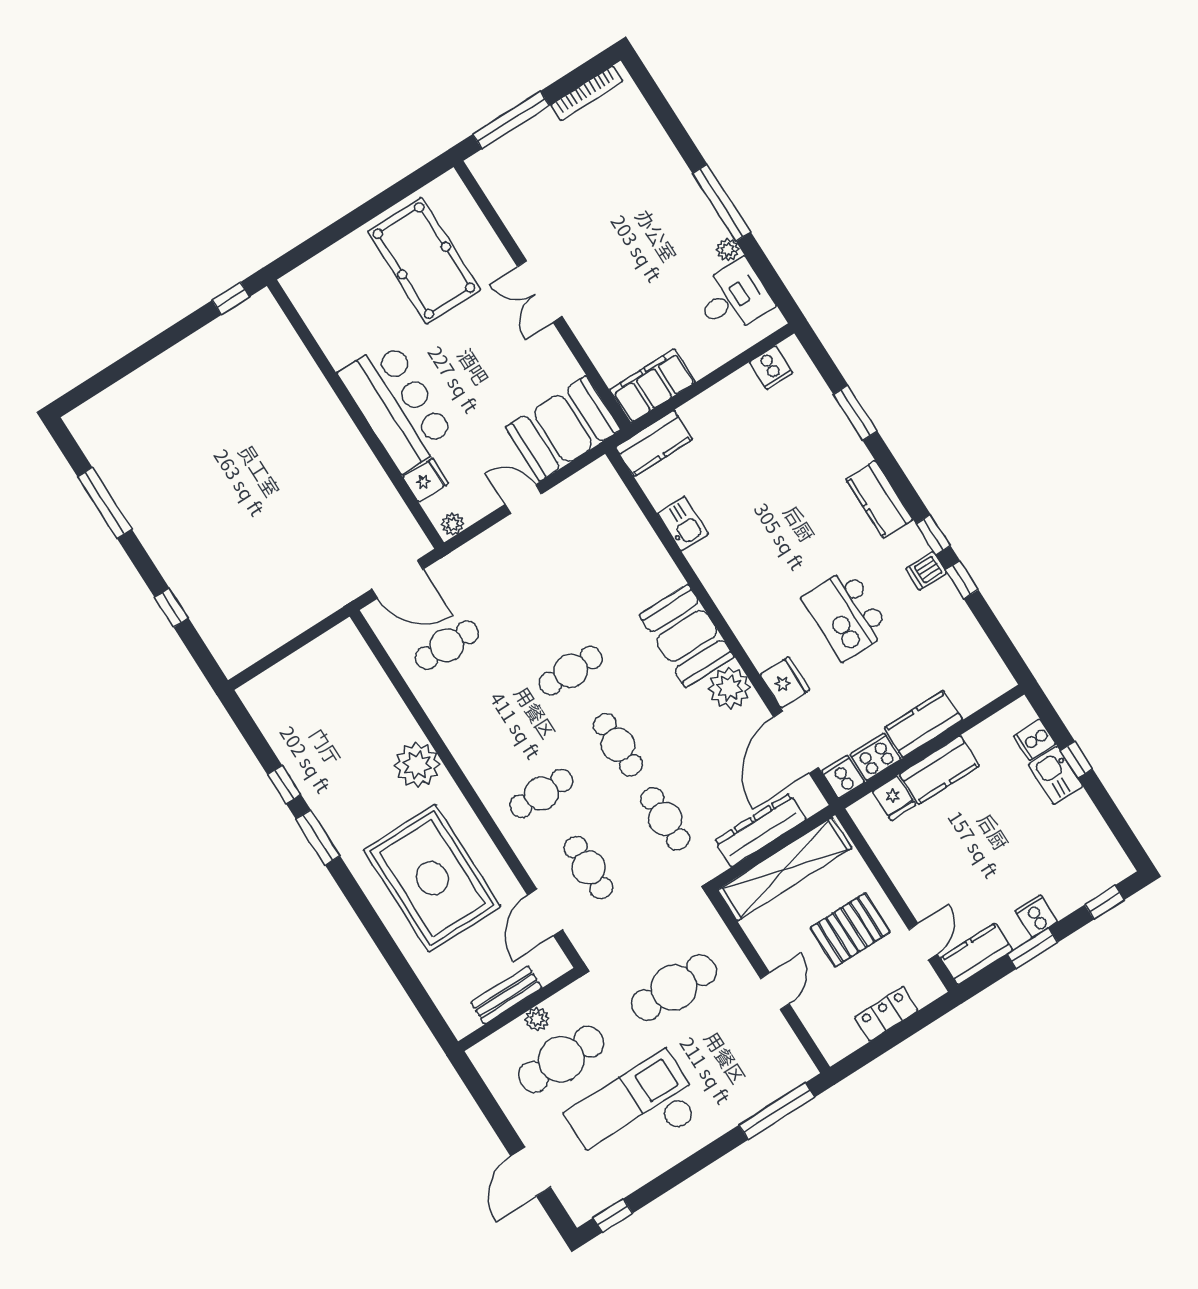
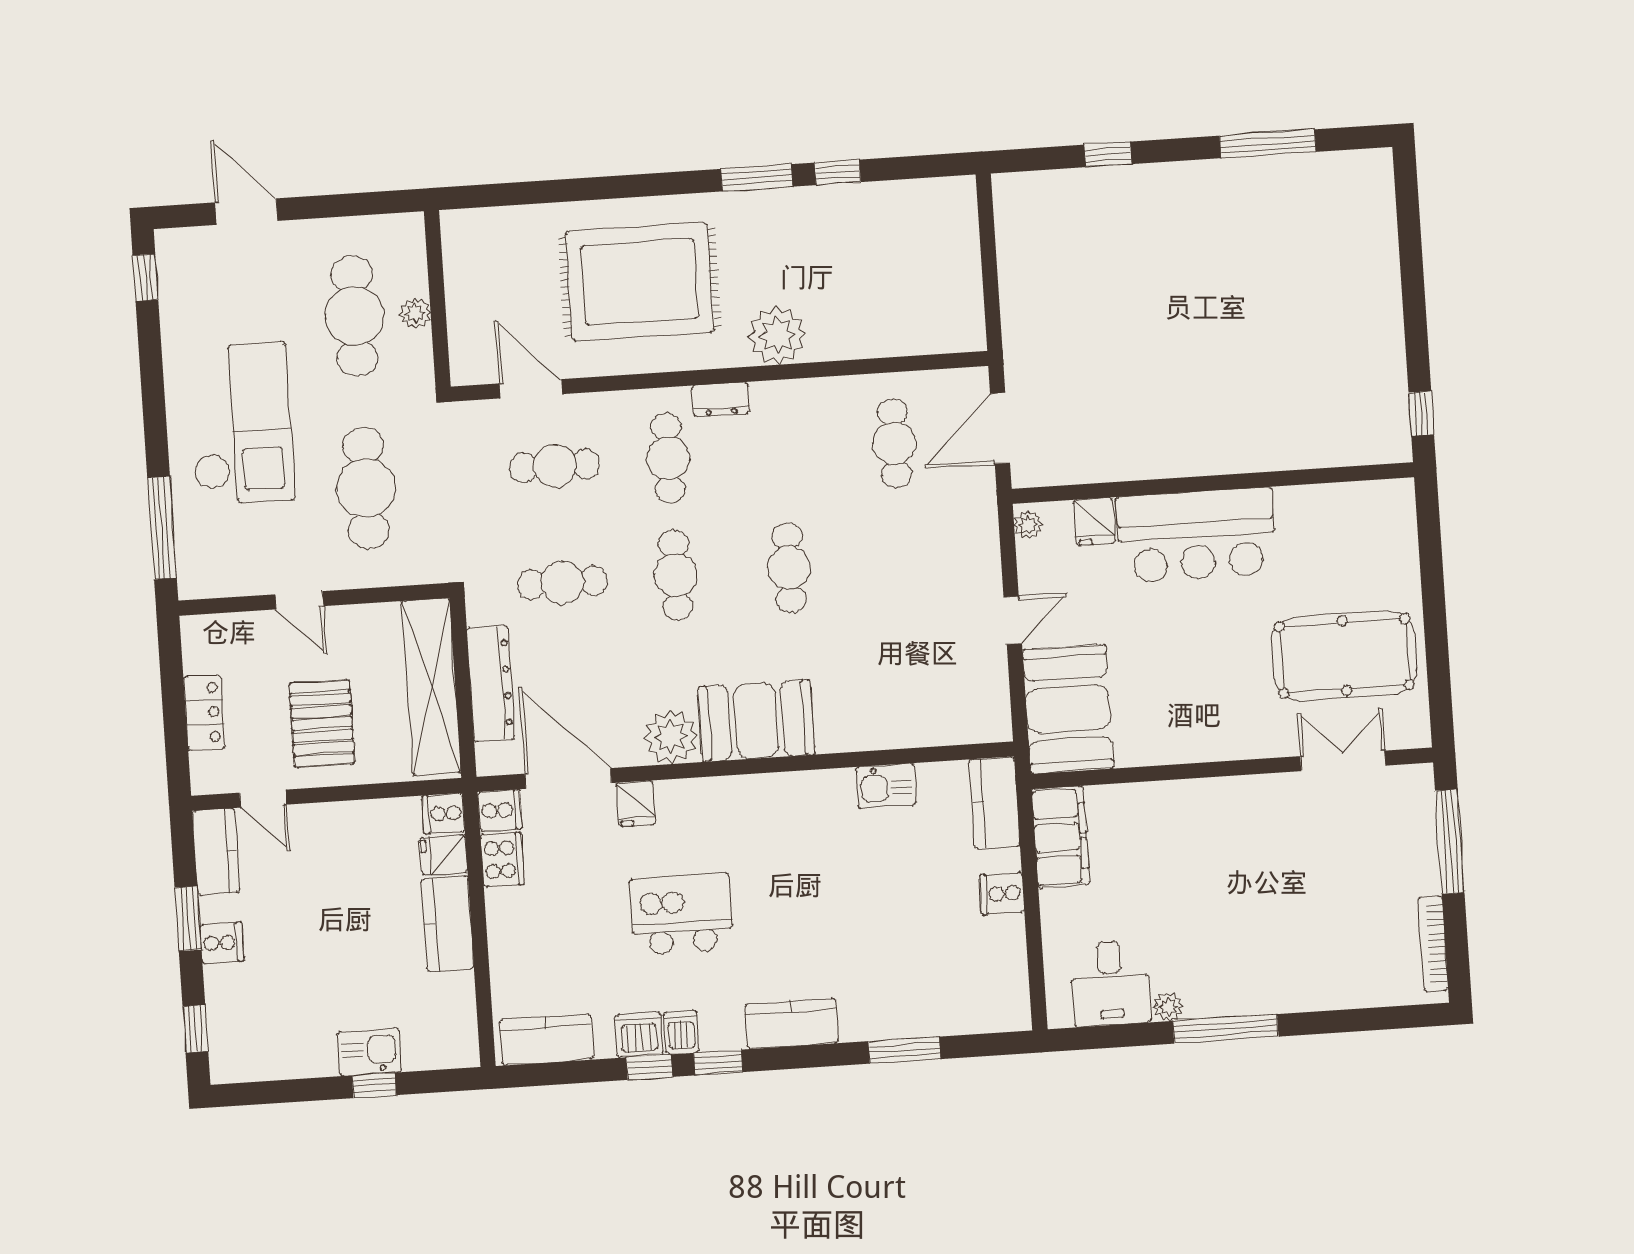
double door: (540, 291) -> (1343, 761), moved
cooker: (771, 368) -> (1002, 894), moved
dishwasher: (944, 599) -> (639, 1035), added
fridge: (785, 682) -> (636, 804), width x0.72
kitchen counter: (923, 724) -> (546, 1040), moved, turned -90
cooker: (1035, 740) -> (443, 814), moved, turned -90
cafe table: (618, 745) -> (676, 575), turned 90
dresser: (482, 779) -> (721, 399), added
bench: (506, 995) -> (461, 293), removed
checkout: (635, 1112) -> (241, 424), moved

